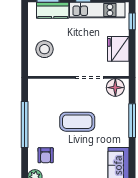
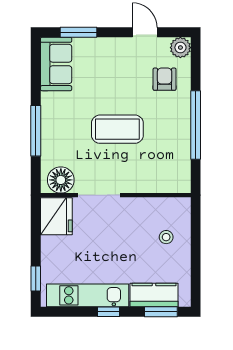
stool: (45, 49) -> (166, 237), width x0.53, depth x0.53
fridge: (118, 49) -> (56, 216), moved

